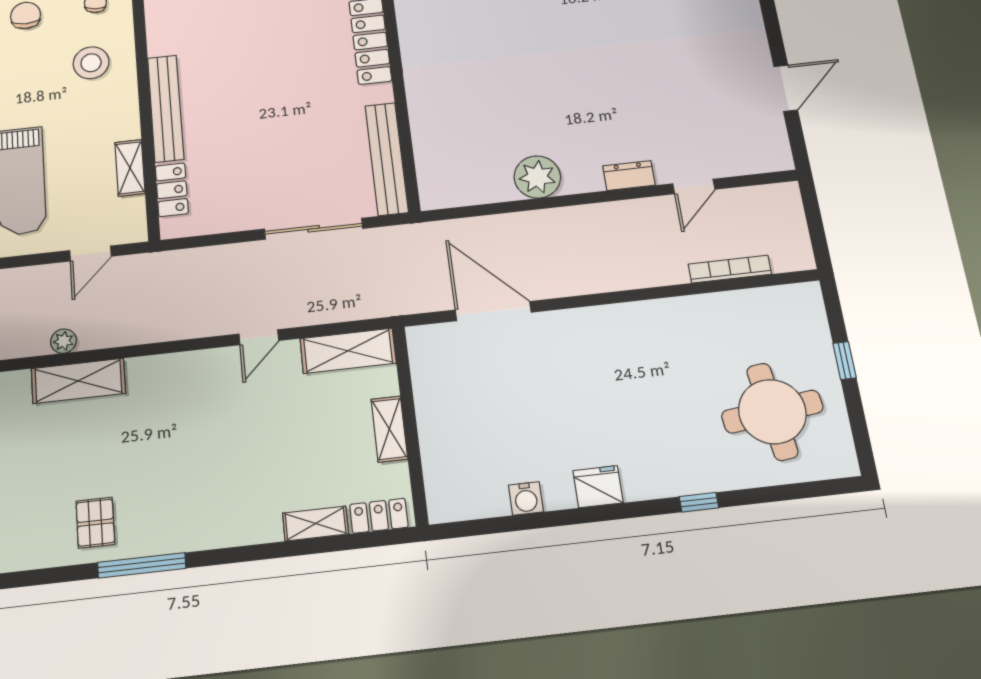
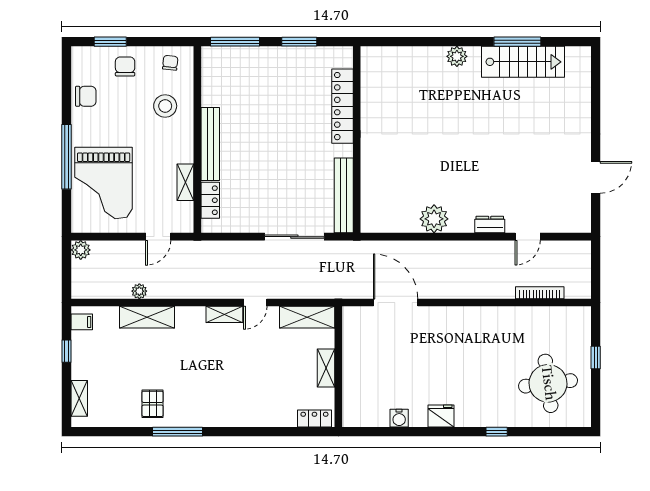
shelving: (315, 524) -> (224, 314), moved

